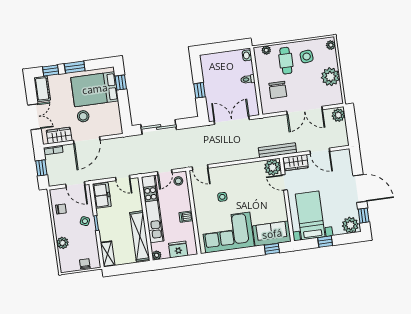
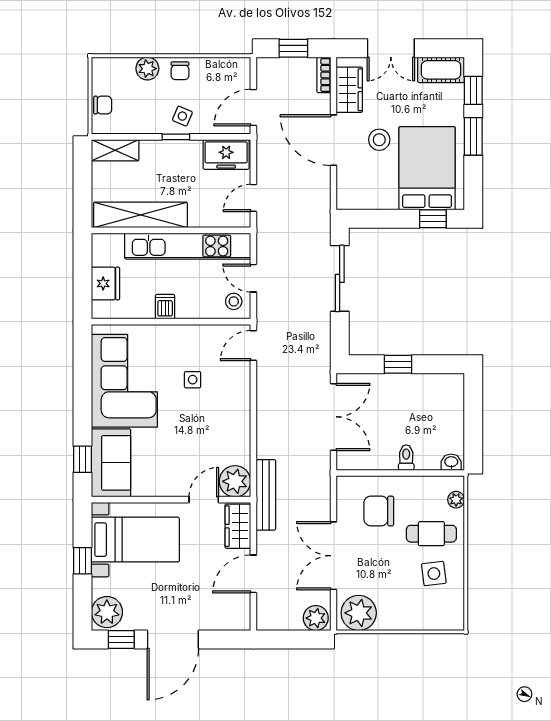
plant: (331, 45) -> (449, 622), removed
plant: (330, 77) -> (359, 613), moved
chair: (61, 209) -> (180, 71), moved
plant: (157, 255) -> (100, 242), removed

